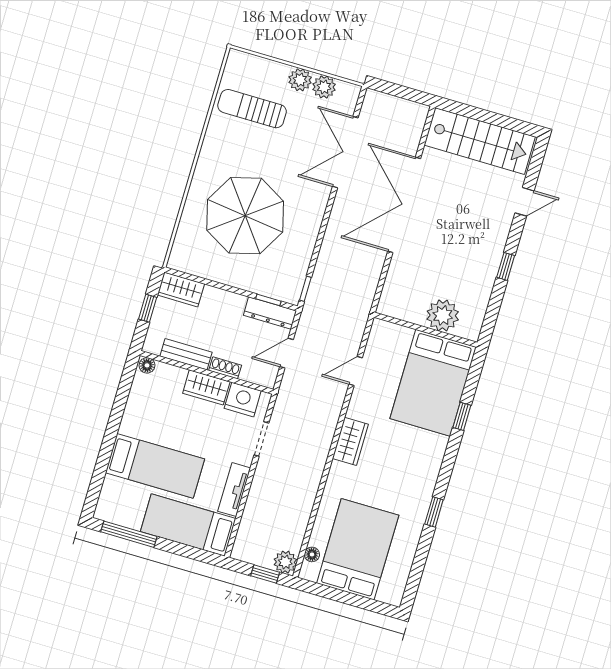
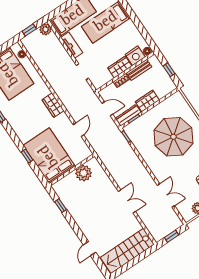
window: (401, 91) -> (172, 236), added
double door: (345, 152) -> (166, 196), width x0.73
double door: (404, 205) -> (127, 201), width x0.54
window: (506, 266) -> (60, 206), moved
wardrobe: (181, 289) -> (147, 101), moved
plant: (443, 315) -> (84, 173), moved
door: (287, 353) -> (107, 109), hinge flipped
nightstand: (243, 400) -> (135, 56), moved
plant: (285, 562) -> (45, 29), moved

